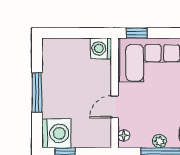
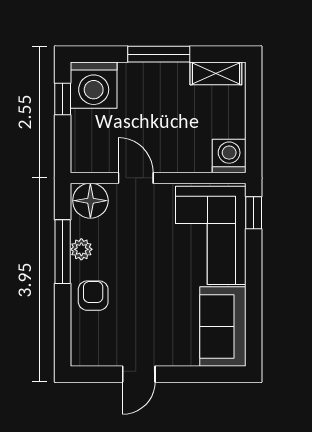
shelving: (49, 57) -> (216, 73), added
floor lamp: (124, 135) -> (90, 201), width x1.89, depth x1.89

